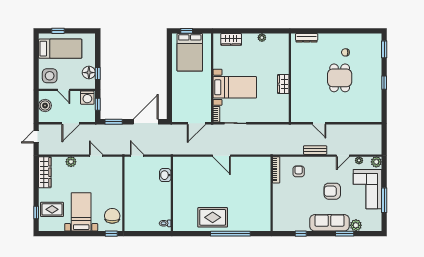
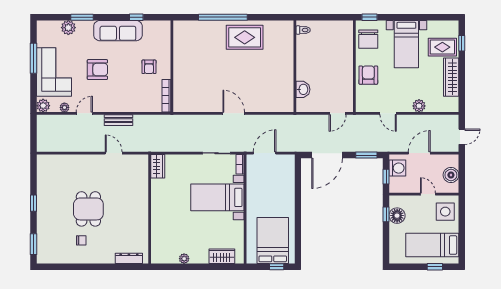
wardrobe: (283, 84) -> (158, 166), moved
washing machine: (87, 98) -> (397, 168), moved, turned 90
door: (137, 156) -> (338, 113), hinge flipped
armchair: (299, 171) -> (149, 67), moved
wardrobe: (45, 172) -> (451, 77), moved
armchair: (112, 187) -> (368, 75), added
sofa: (330, 223) -> (118, 31), moved

